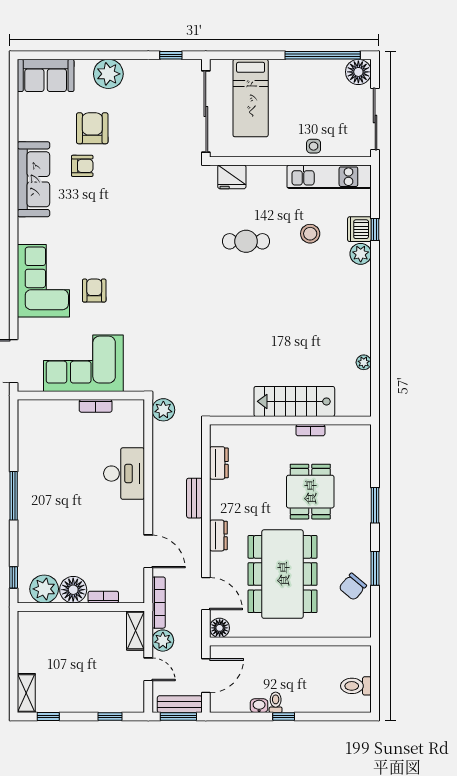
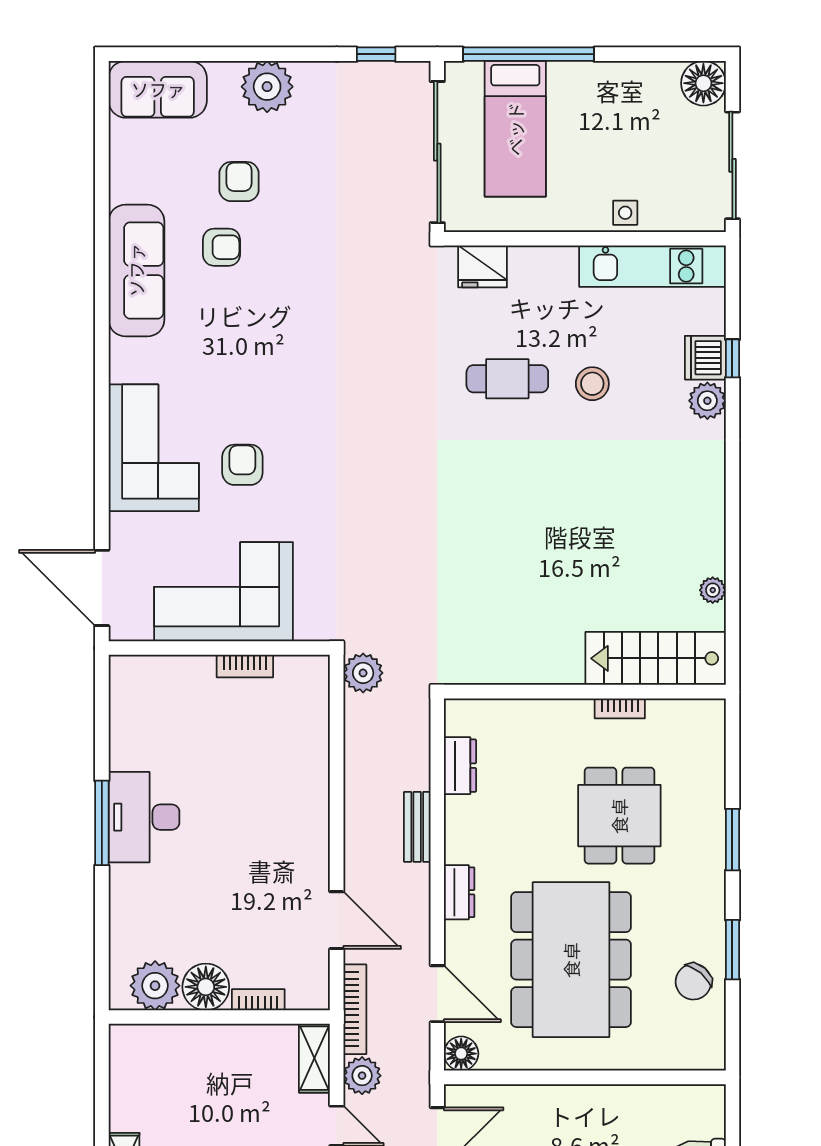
window: (323, 55) -> (529, 54), moved
armchair: (92, 128) -> (239, 182), width x0.72, depth x0.72
stool: (310, 234) -> (592, 384), moved
stairs: (294, 401) -> (656, 658), moved
desk: (124, 474) -> (144, 817), moved, turned 180
window: (14, 577) -> (102, 965), removed

